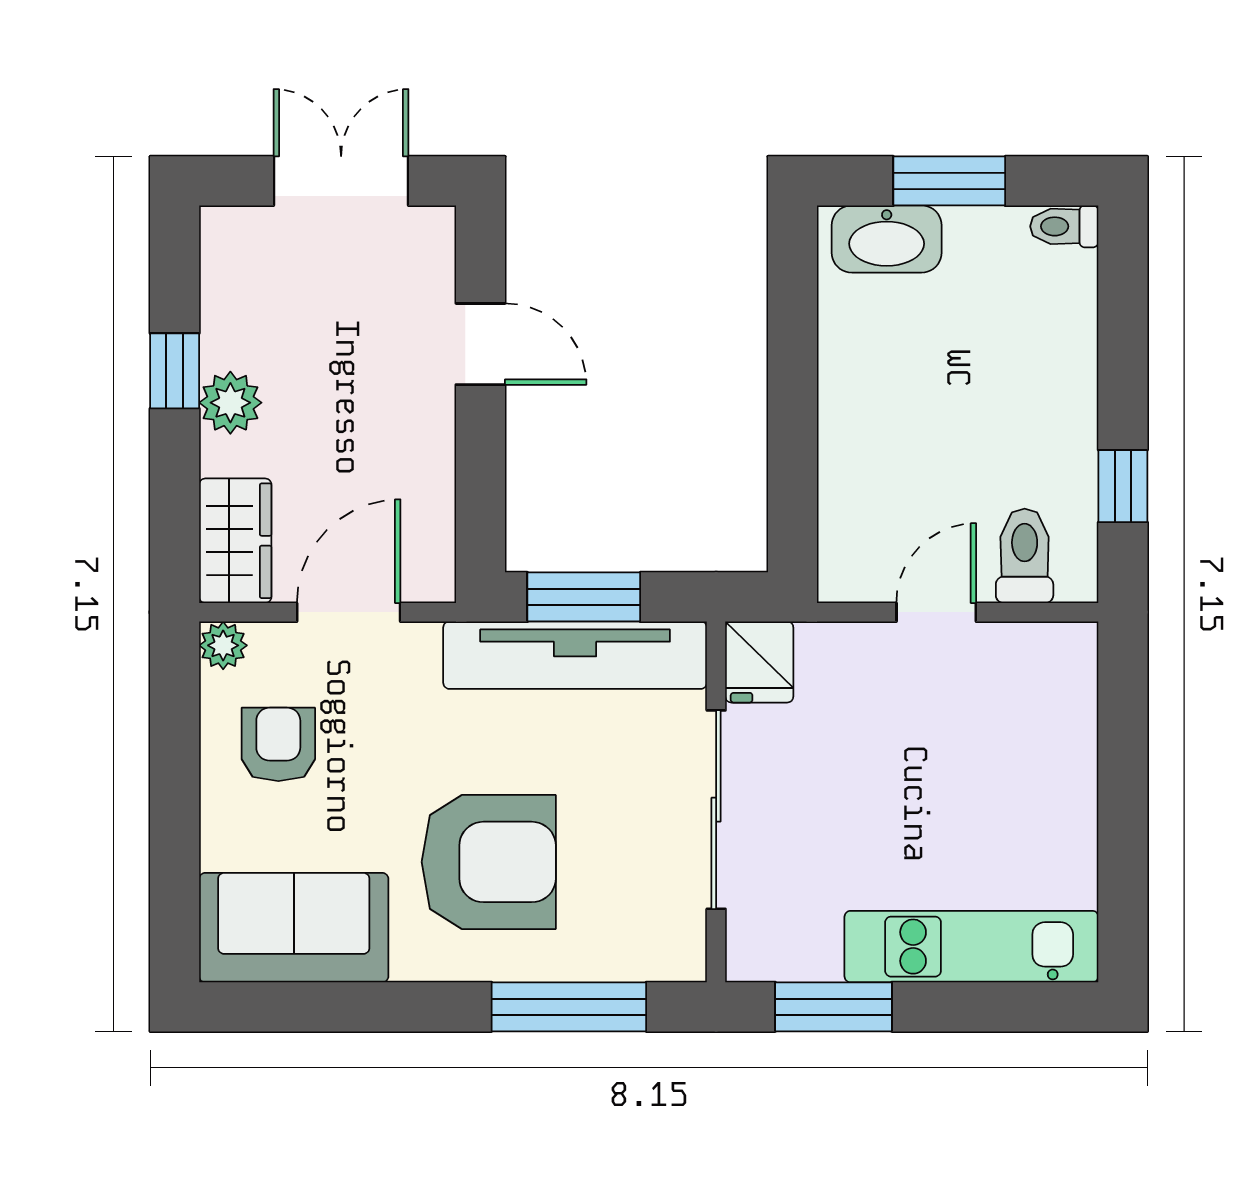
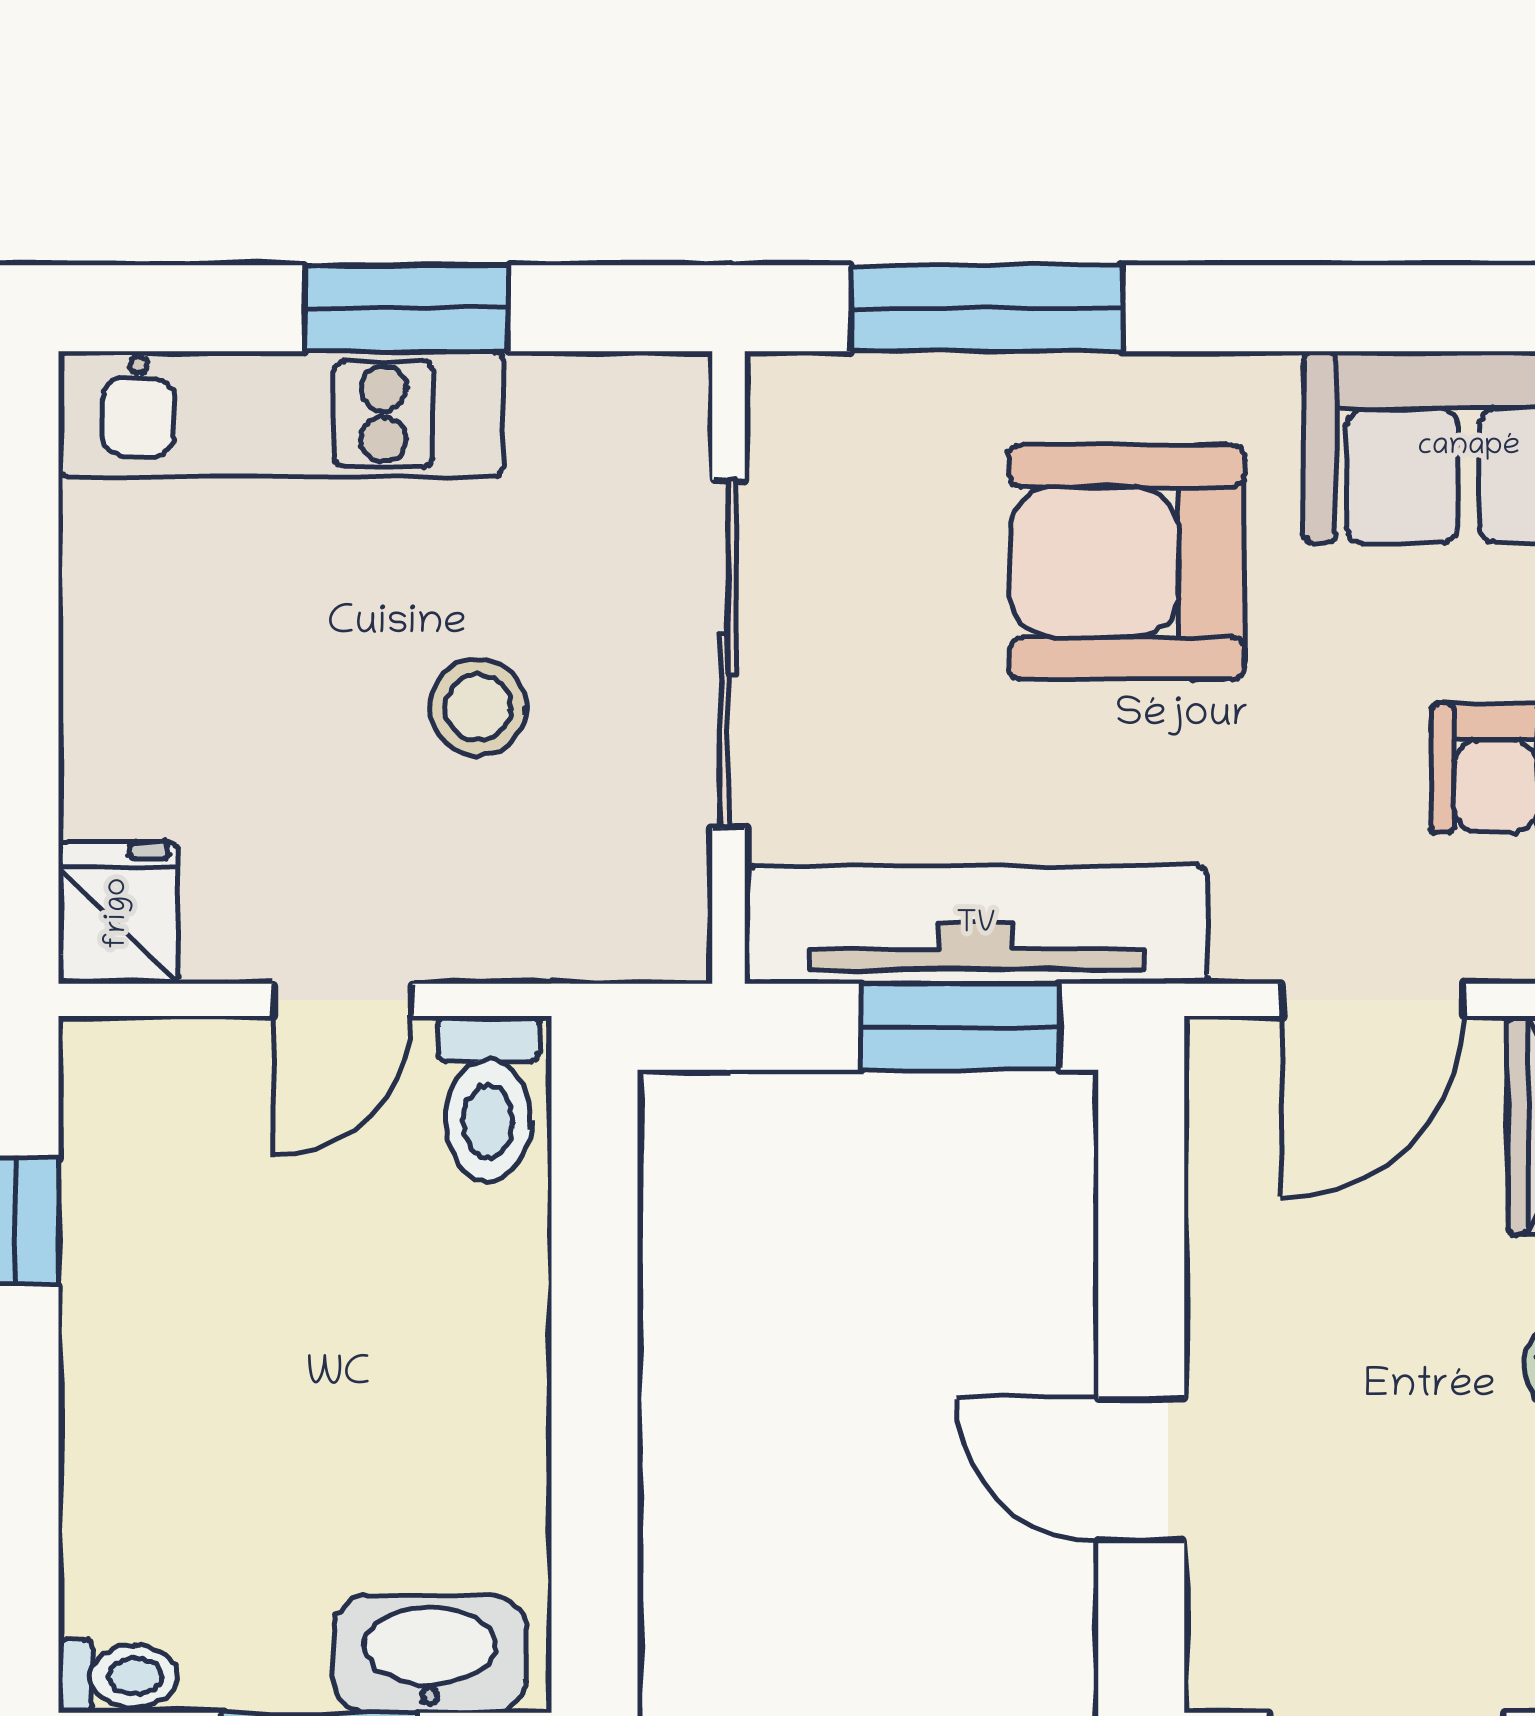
toilet: (1025, 556) -> (488, 1099), moved
fridge: (759, 662) -> (118, 913), moved
stool: (859, 779) -> (478, 708), added
window: (833, 1007) -> (406, 308), moved

